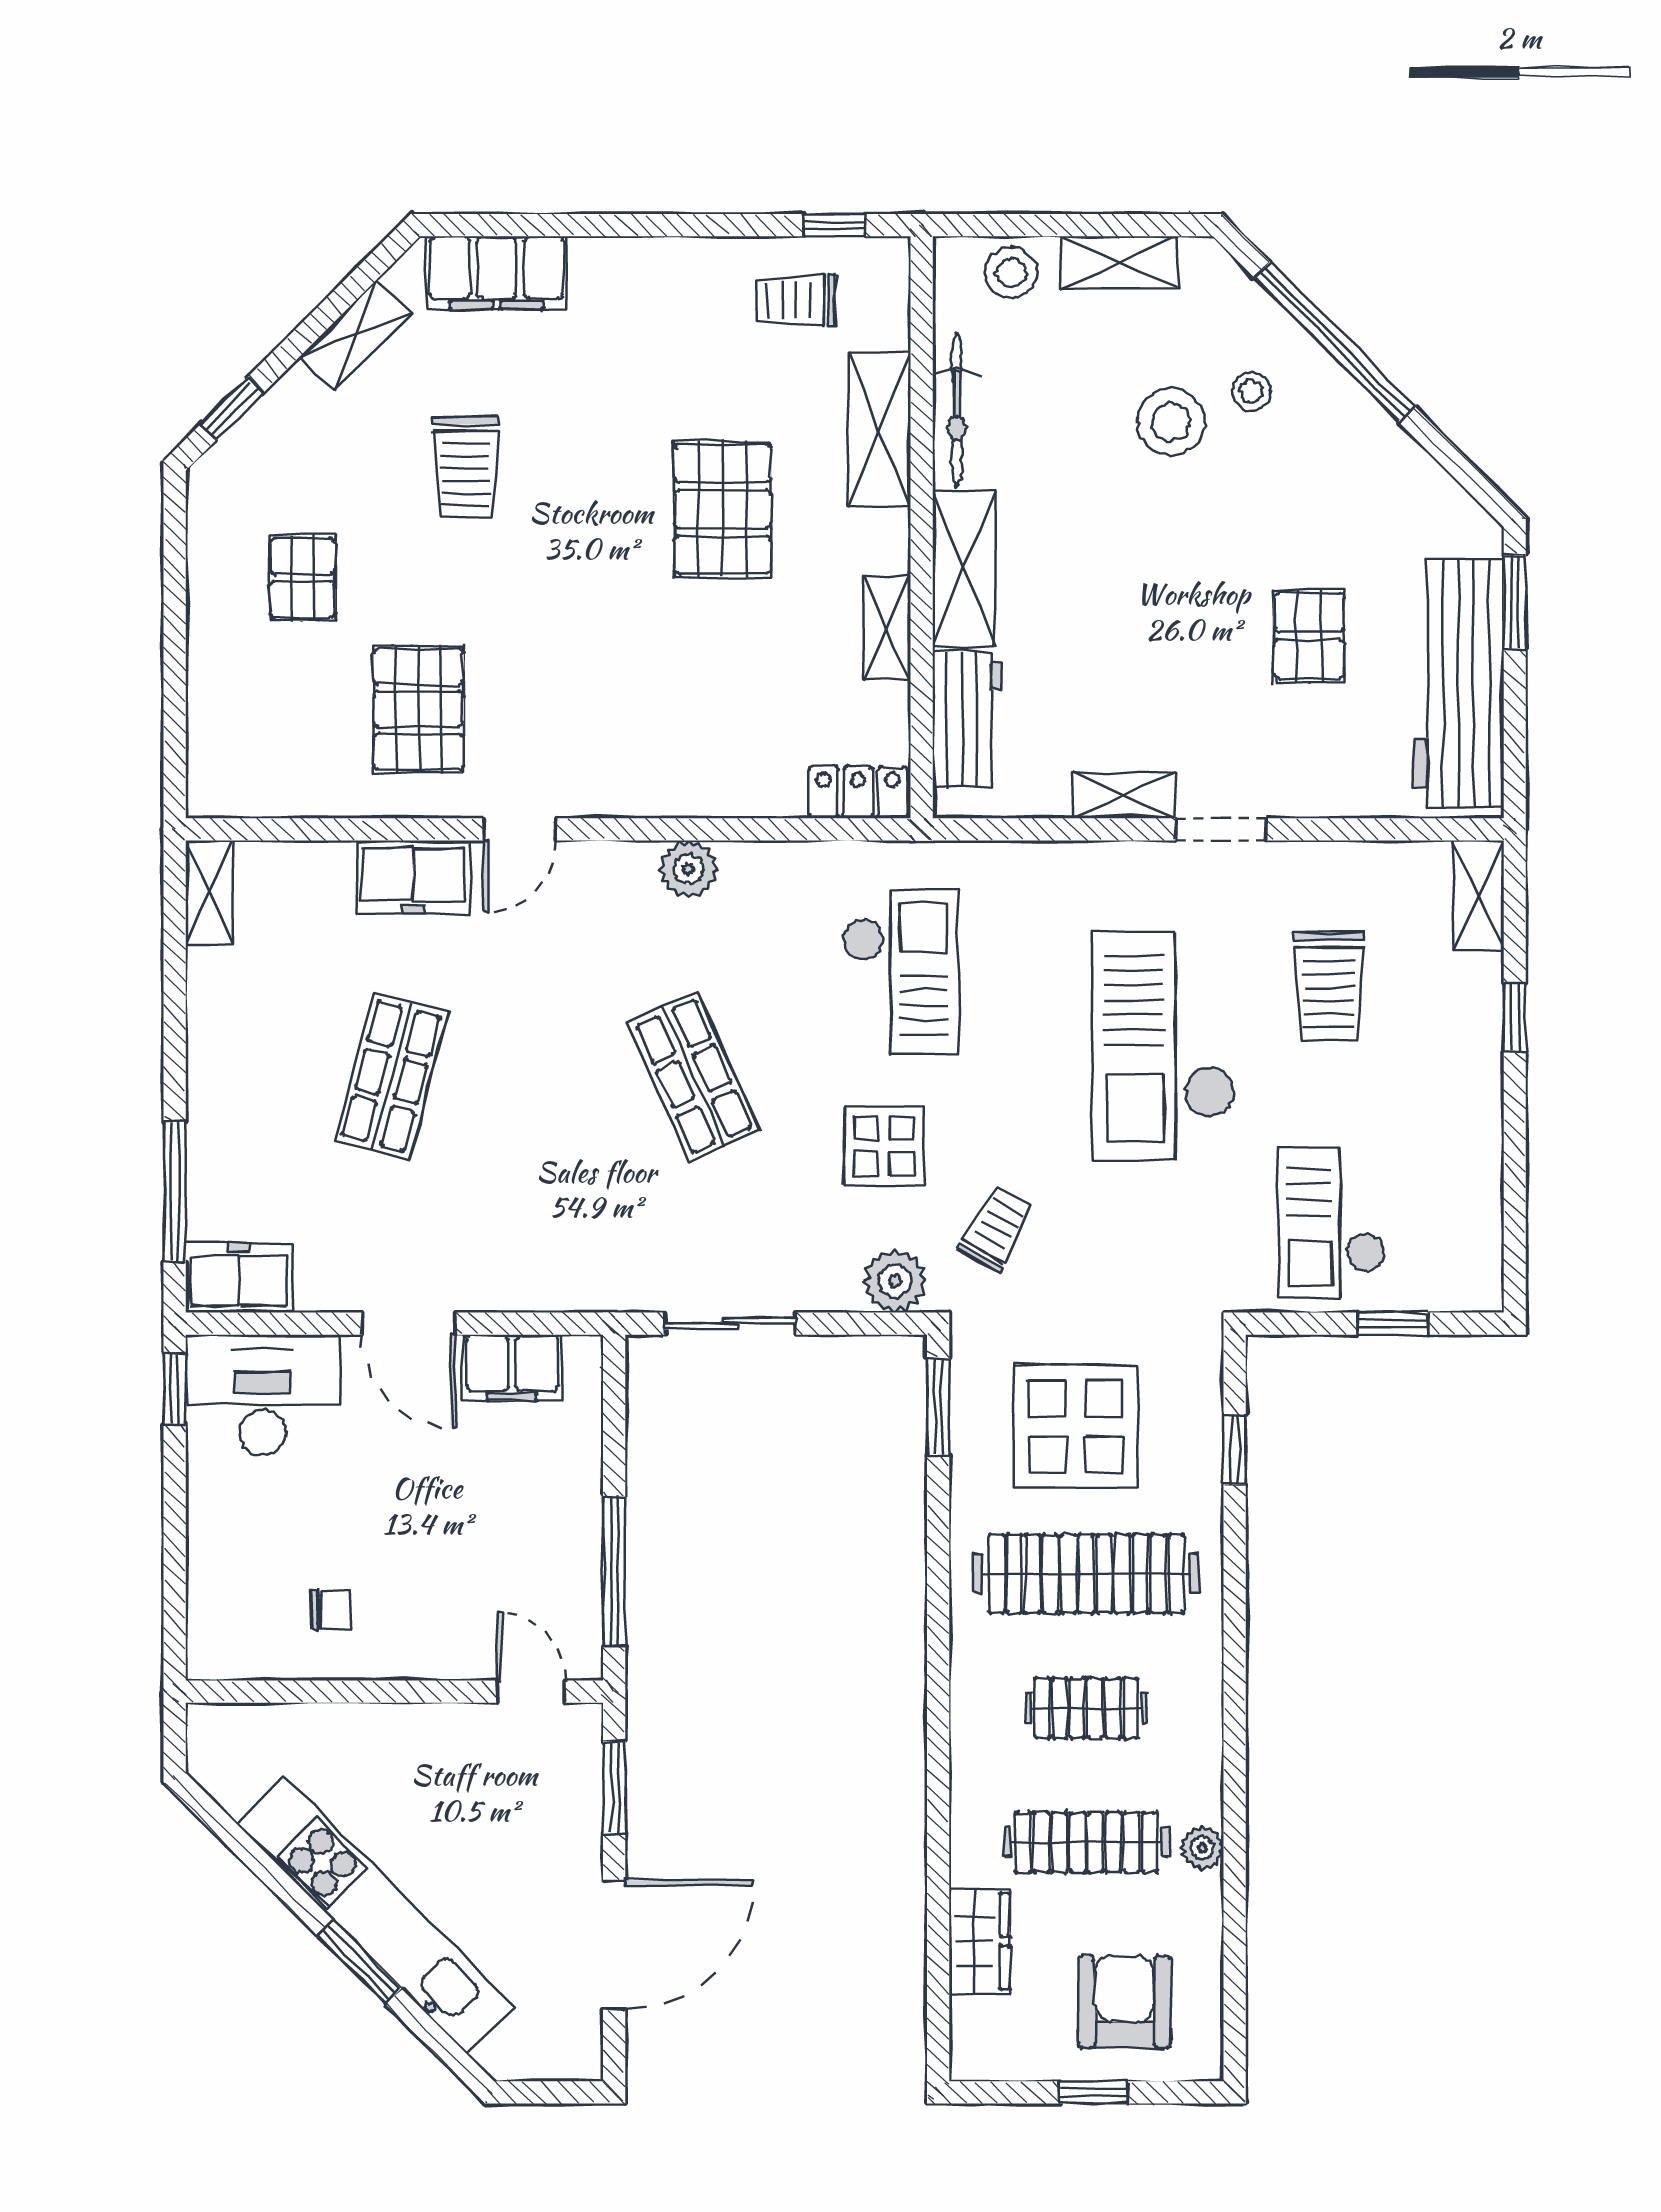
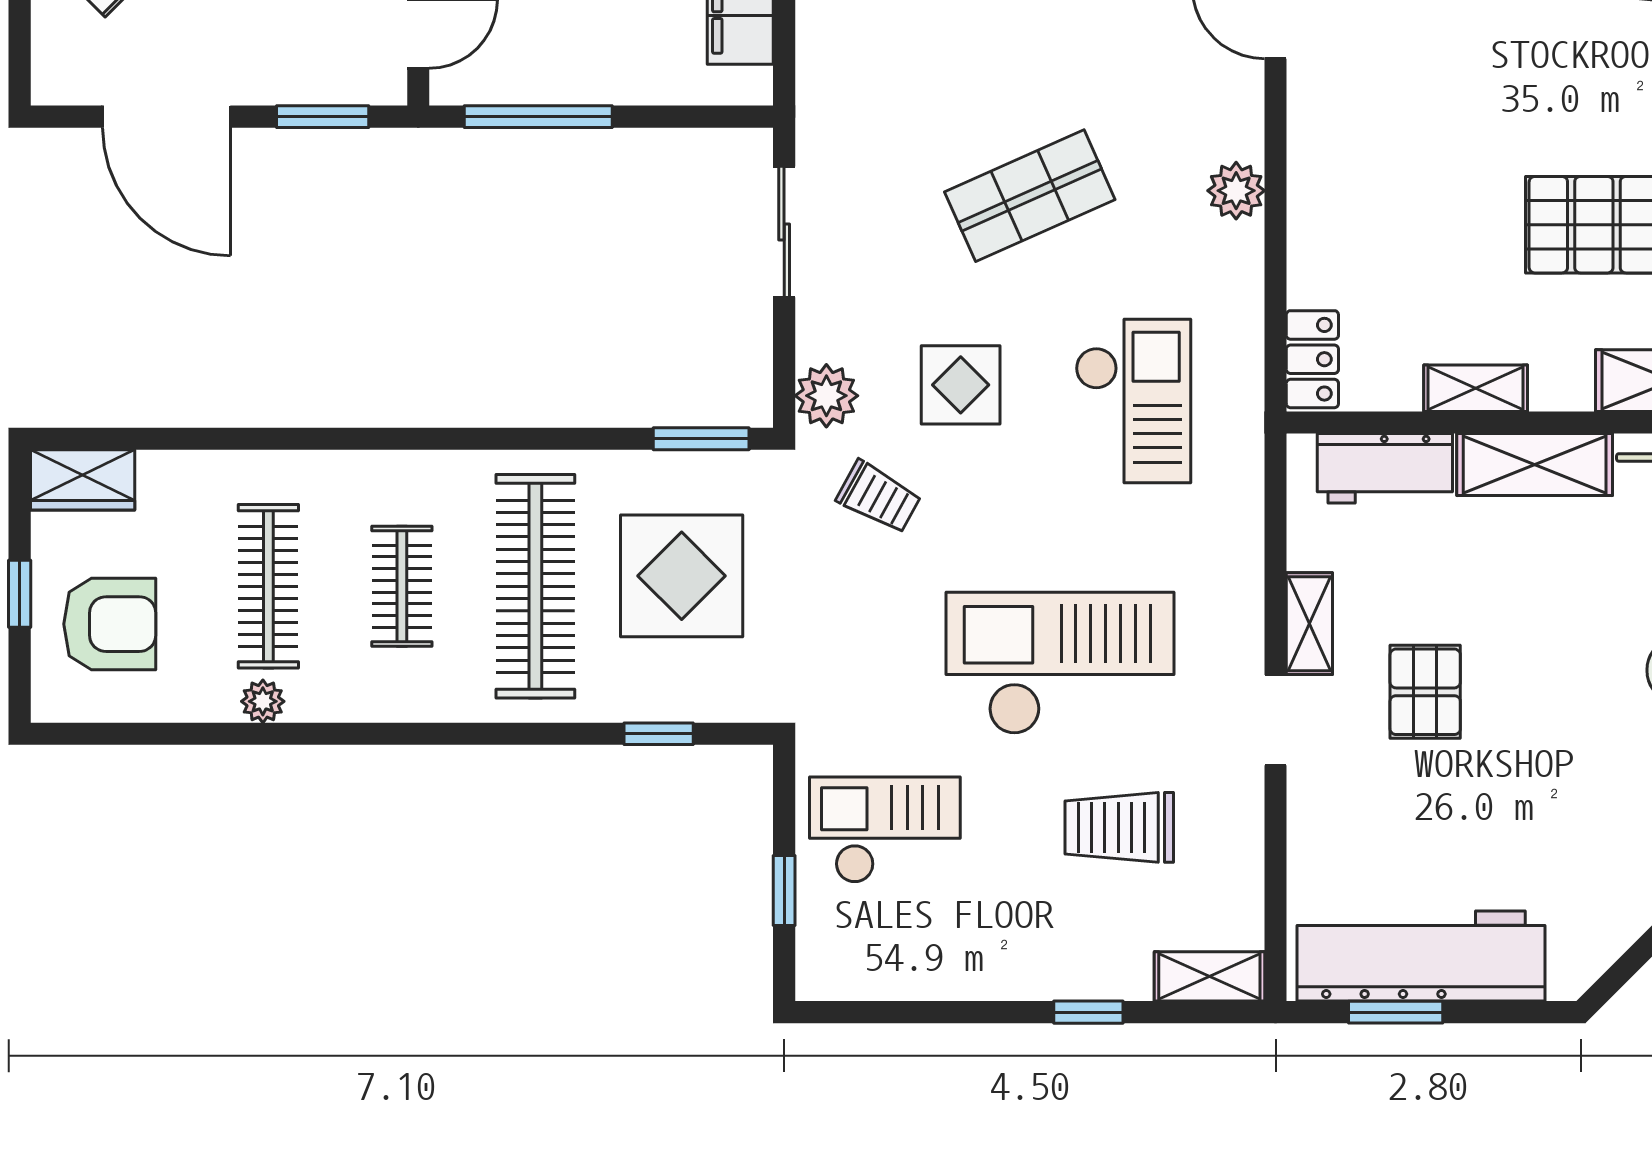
window: (1515, 603) -> (1396, 1012), moved
pallet: (1309, 636) -> (1425, 692), moved, turned 90
checkout: (900, 972) -> (1133, 401), turned -90
wardrobe: (979, 1941) -> (83, 480), moved

